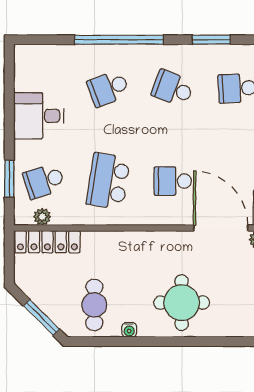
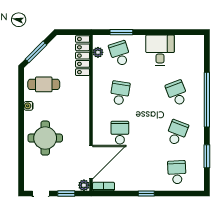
school desk: (108, 181) -> (120, 93), width x0.54

